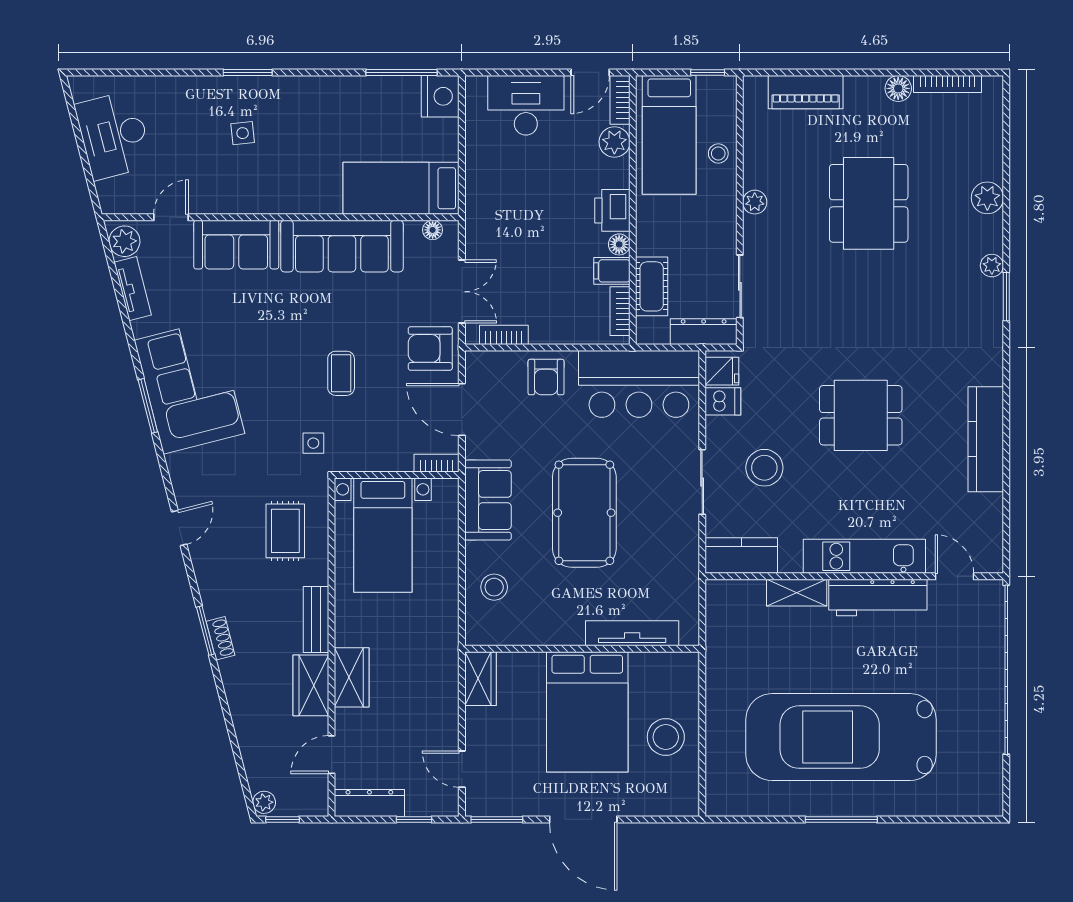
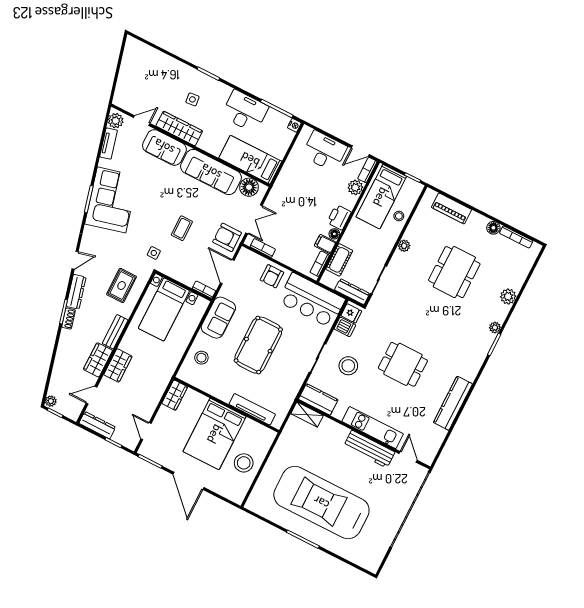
nightstand: (440, 96) -> (294, 125), width x0.53, depth x0.56
desk: (114, 135) -> (245, 111), moved, turned 104
wardrobe: (245, 197) -> (179, 128), added
floor lamp: (433, 230) -> (249, 187), width x1.89, depth x1.89
dresser: (210, 583) -> (76, 292), added
shelving: (797, 593) -> (307, 415), moved

